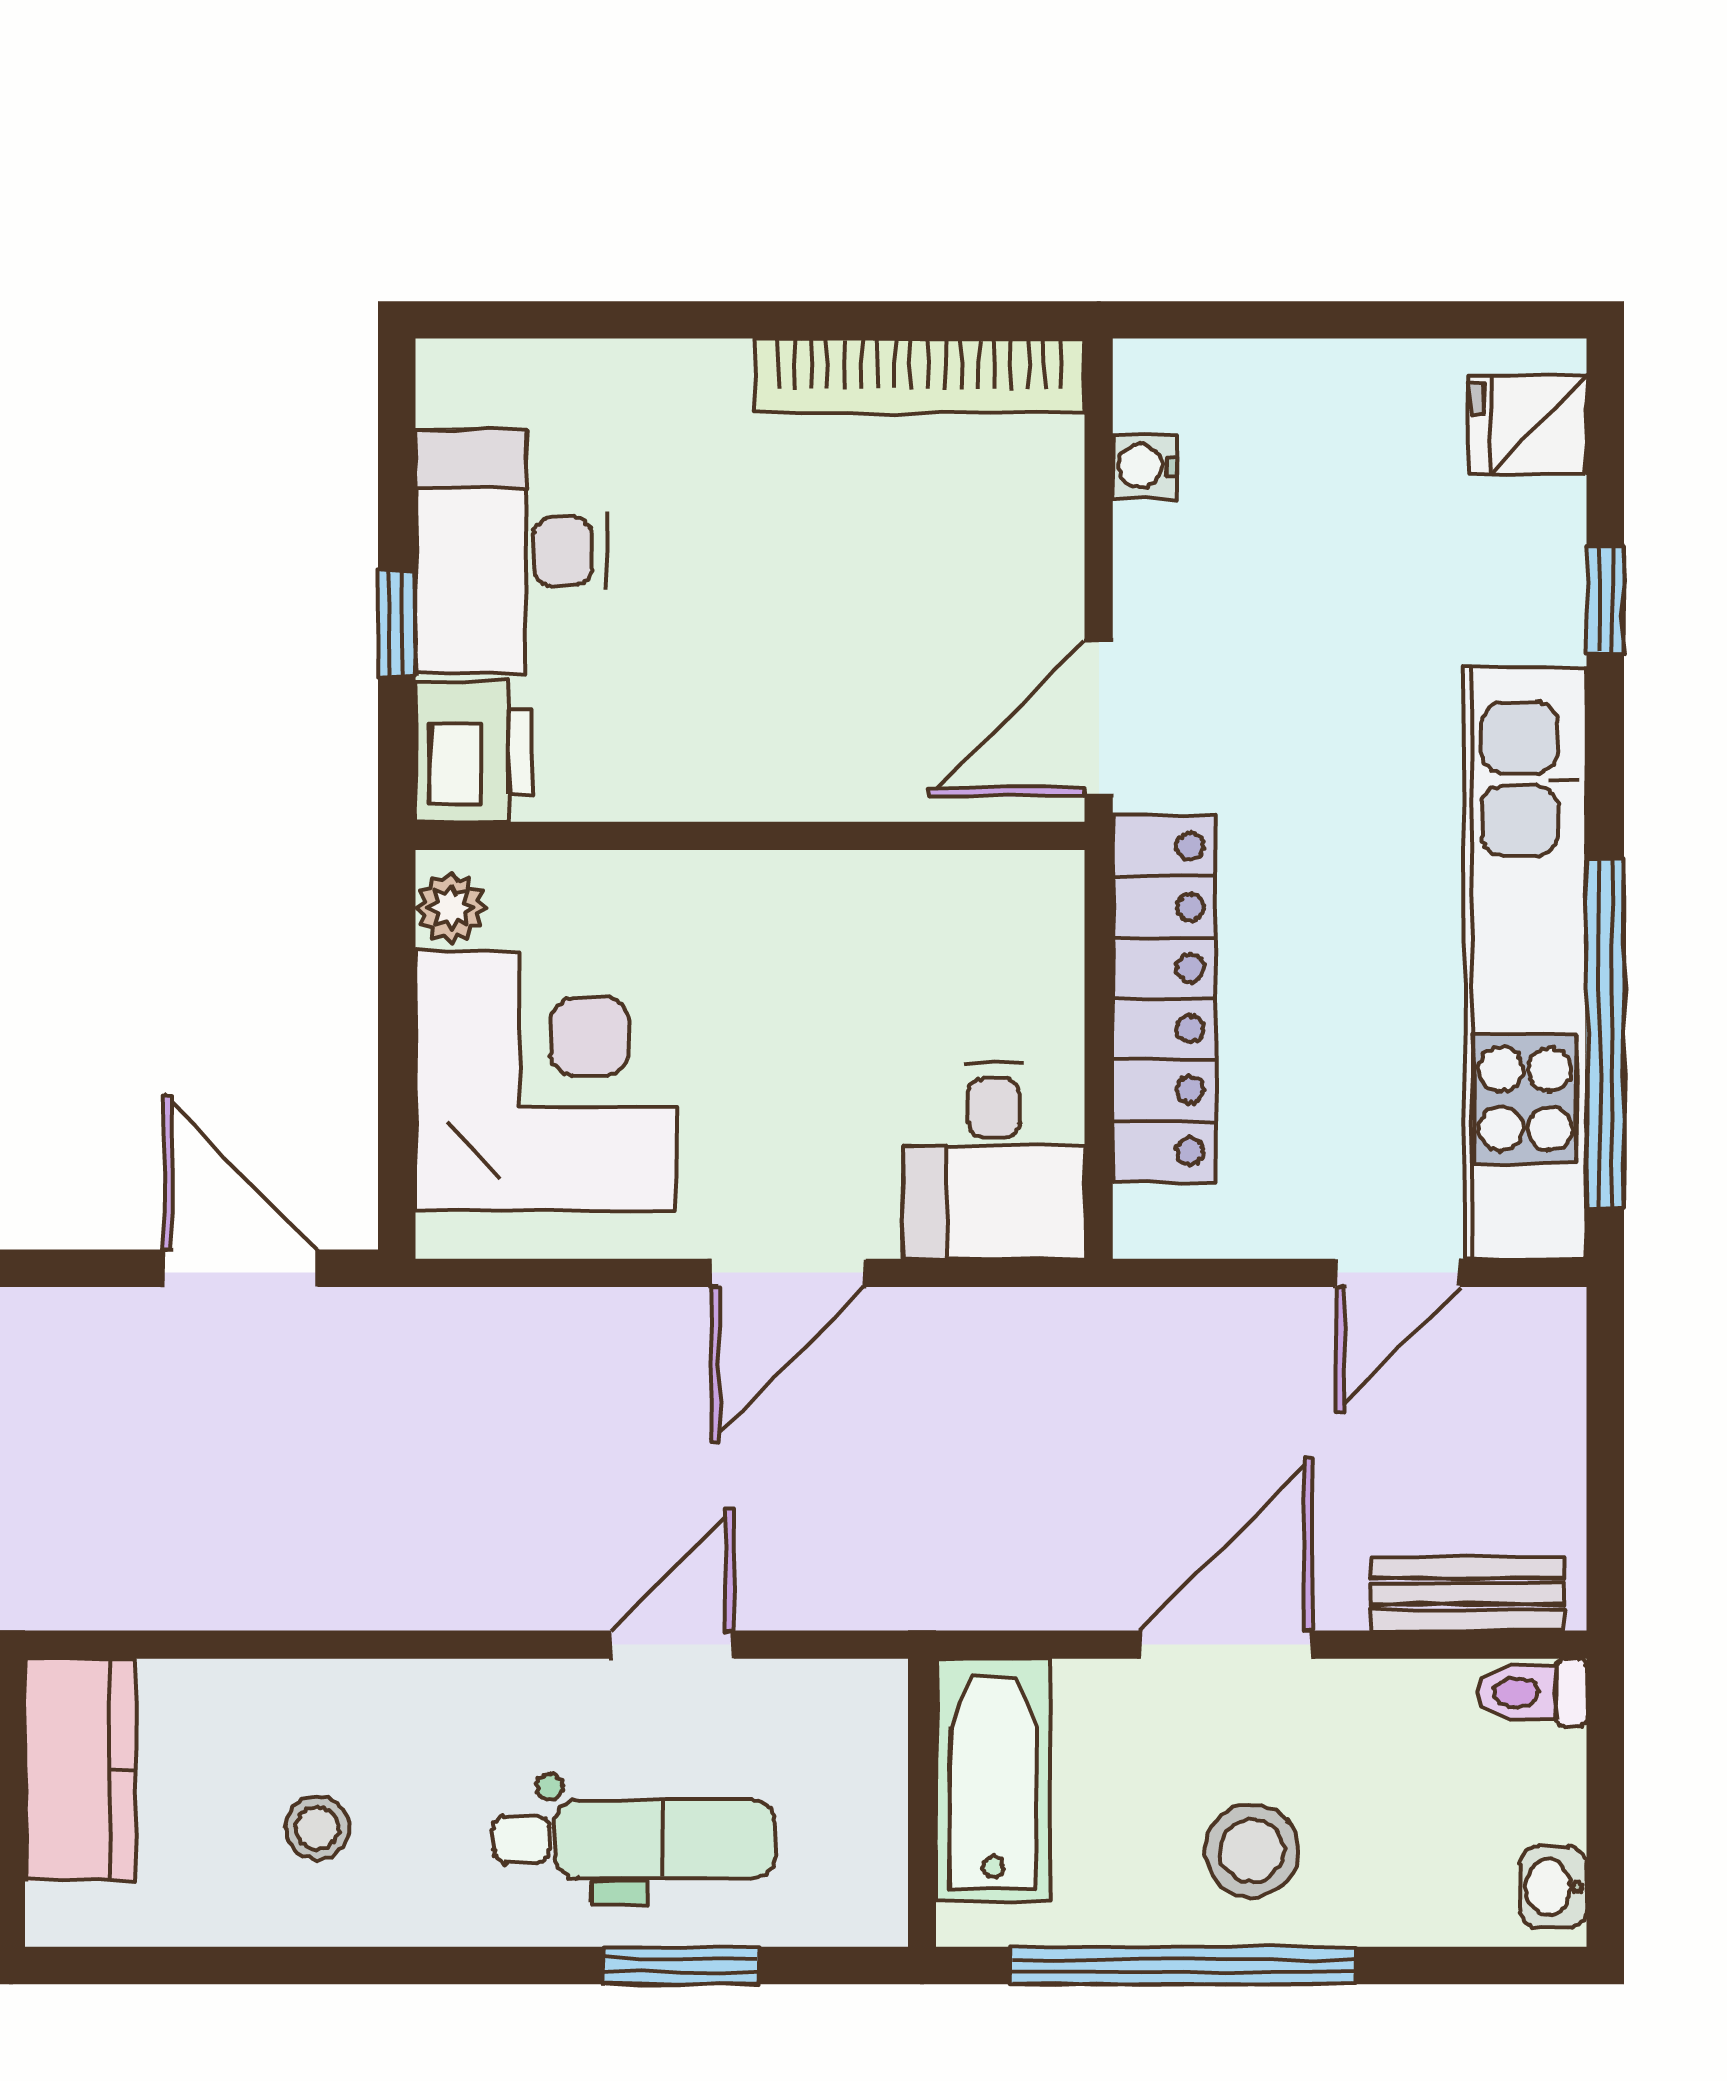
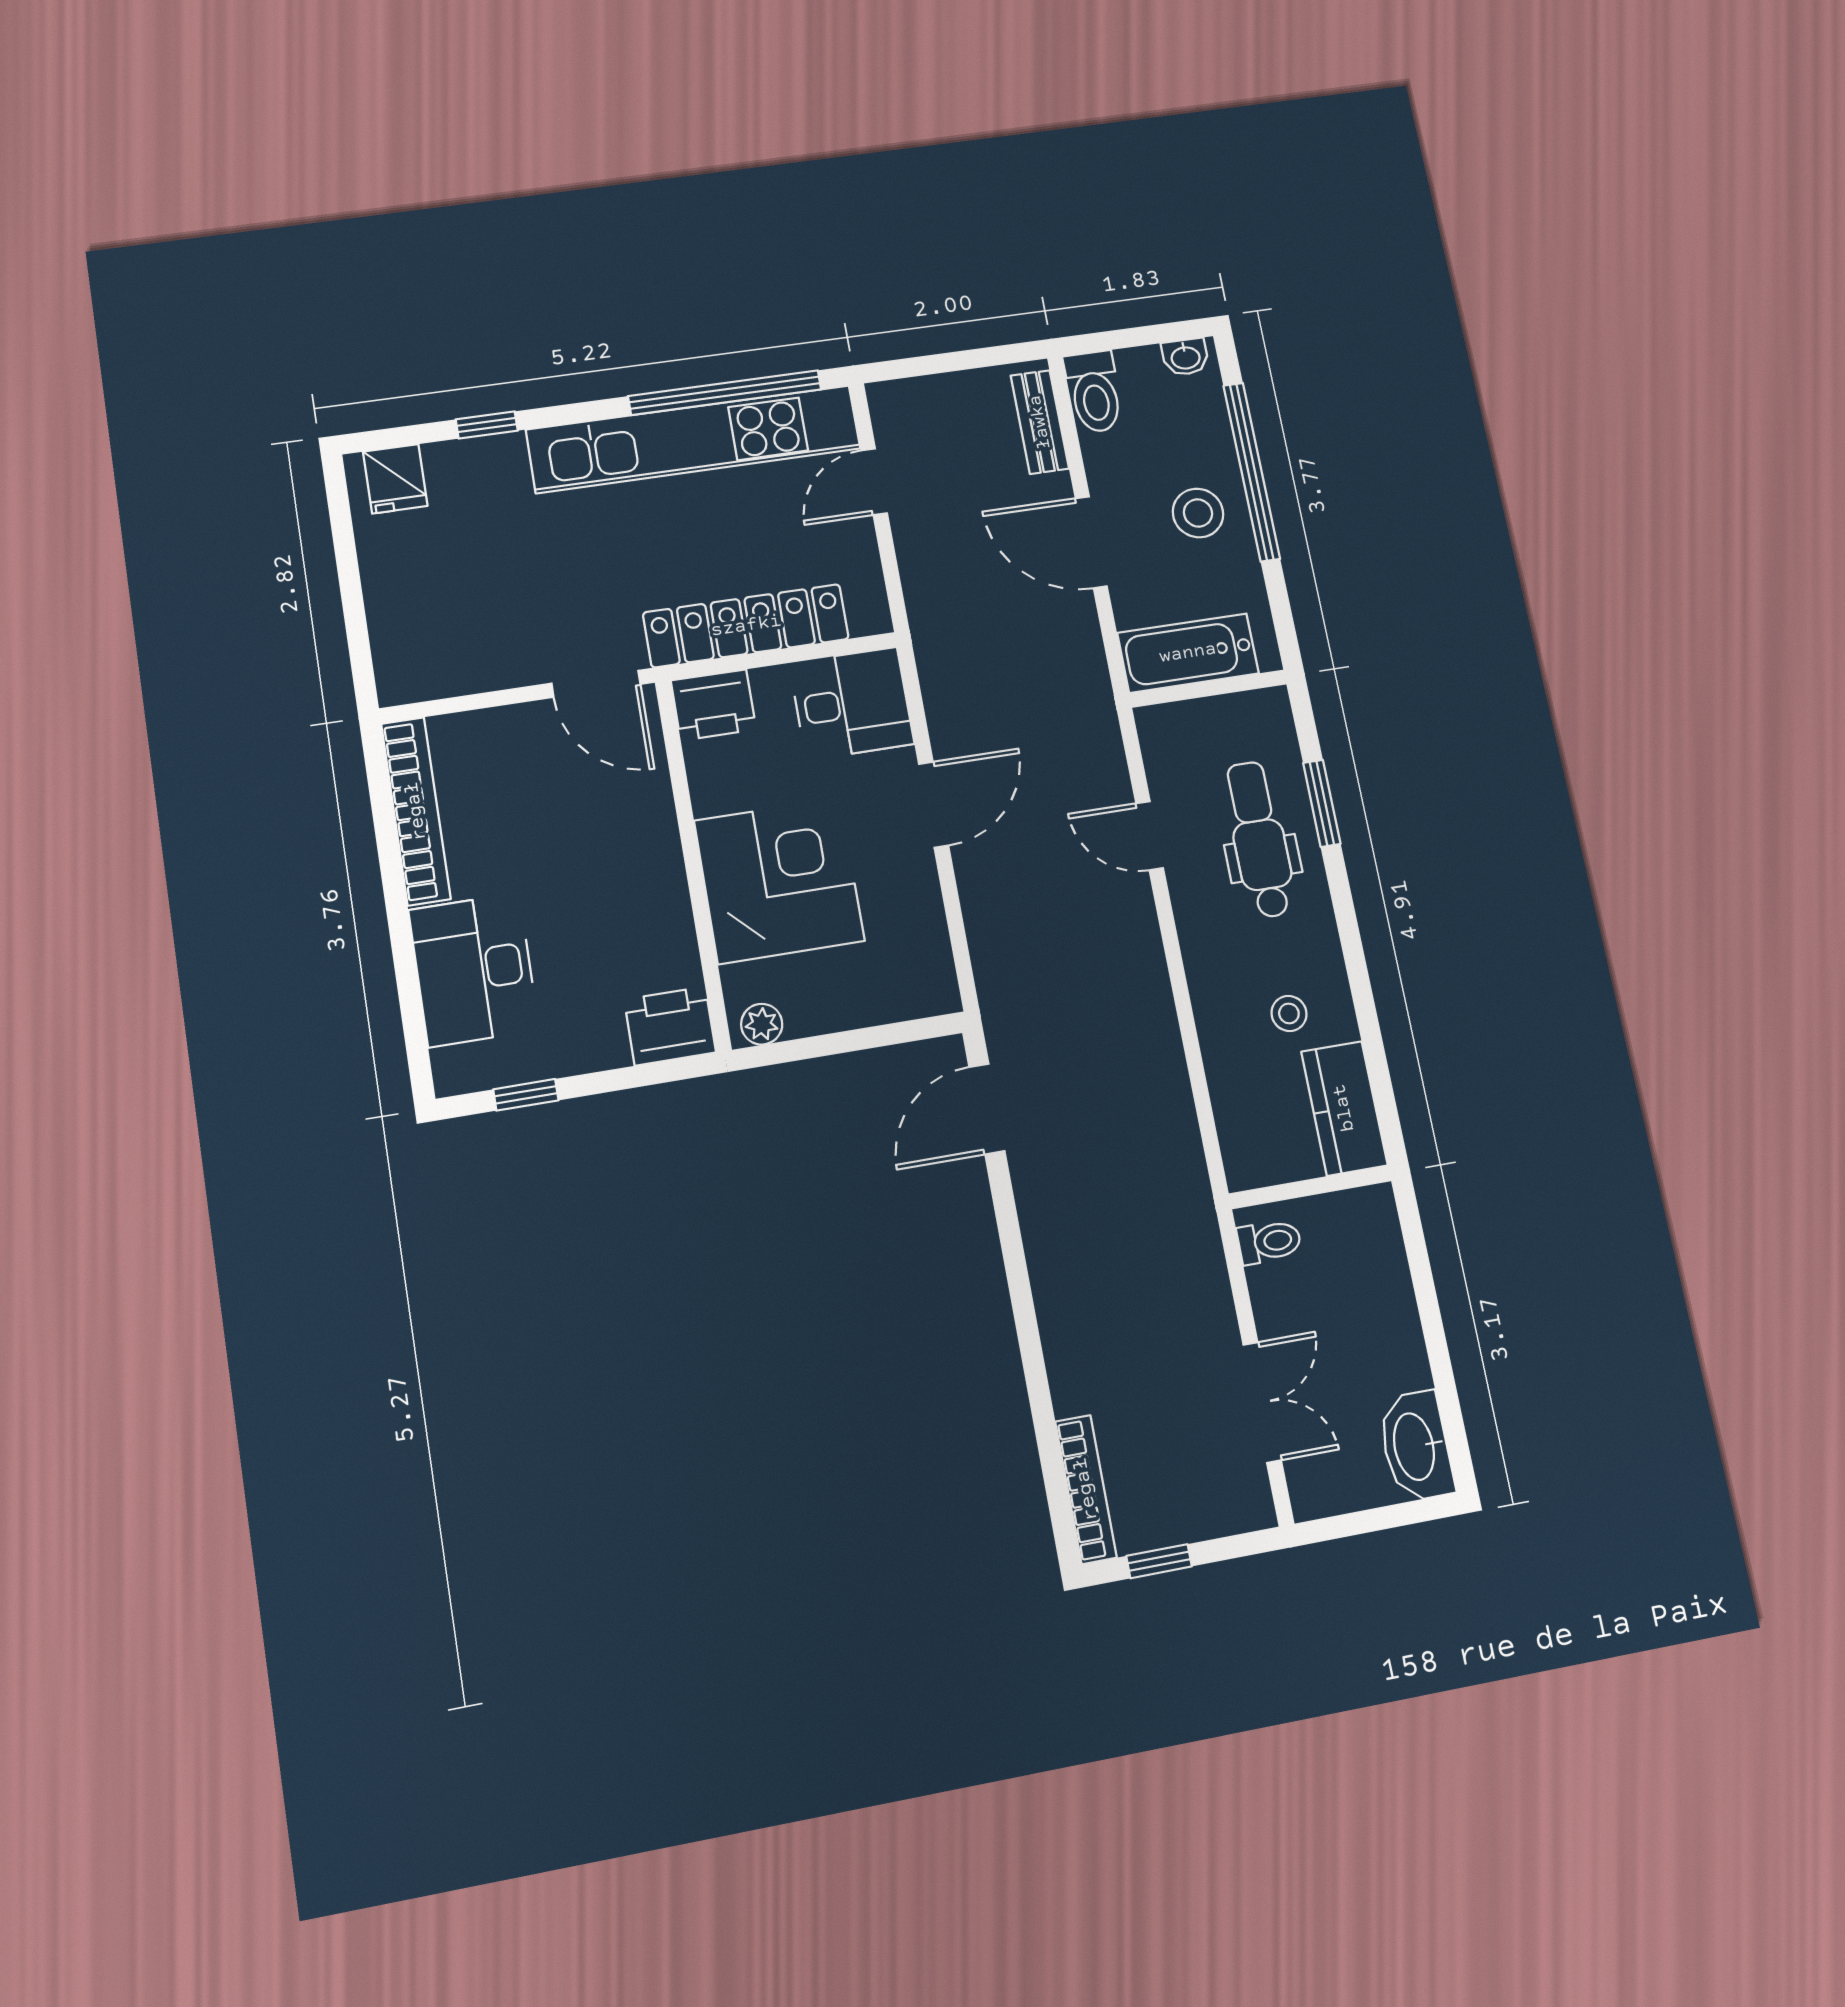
water cooler: (1145, 466) -> (449, 680), removed
desk: (511, 551) -> (474, 970), moved, turned 90
window: (397, 623) -> (526, 1095), moved
printer: (1029, 918) -> (713, 705), added
corner desk: (545, 1081) -> (779, 881), moved, turned 90
door: (789, 1273) -> (934, 805), hinge flipped
door: (1398, 1273) -> (874, 482), swing flipped
toilet: (1532, 1692) -> (1094, 392), width x1.37, depth x1.39
kitchen counter: (80, 1770) -> (1344, 1108), moved, turned -90
window: (1183, 1965) -> (1252, 472), moved

